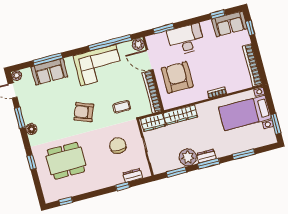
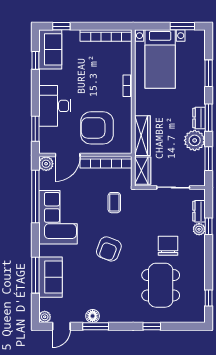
floor lamp: (31, 129) -> (93, 316), moved
chair: (118, 146) -> (168, 246), moved, turned 90
plant: (118, 179) -> (199, 229), added

